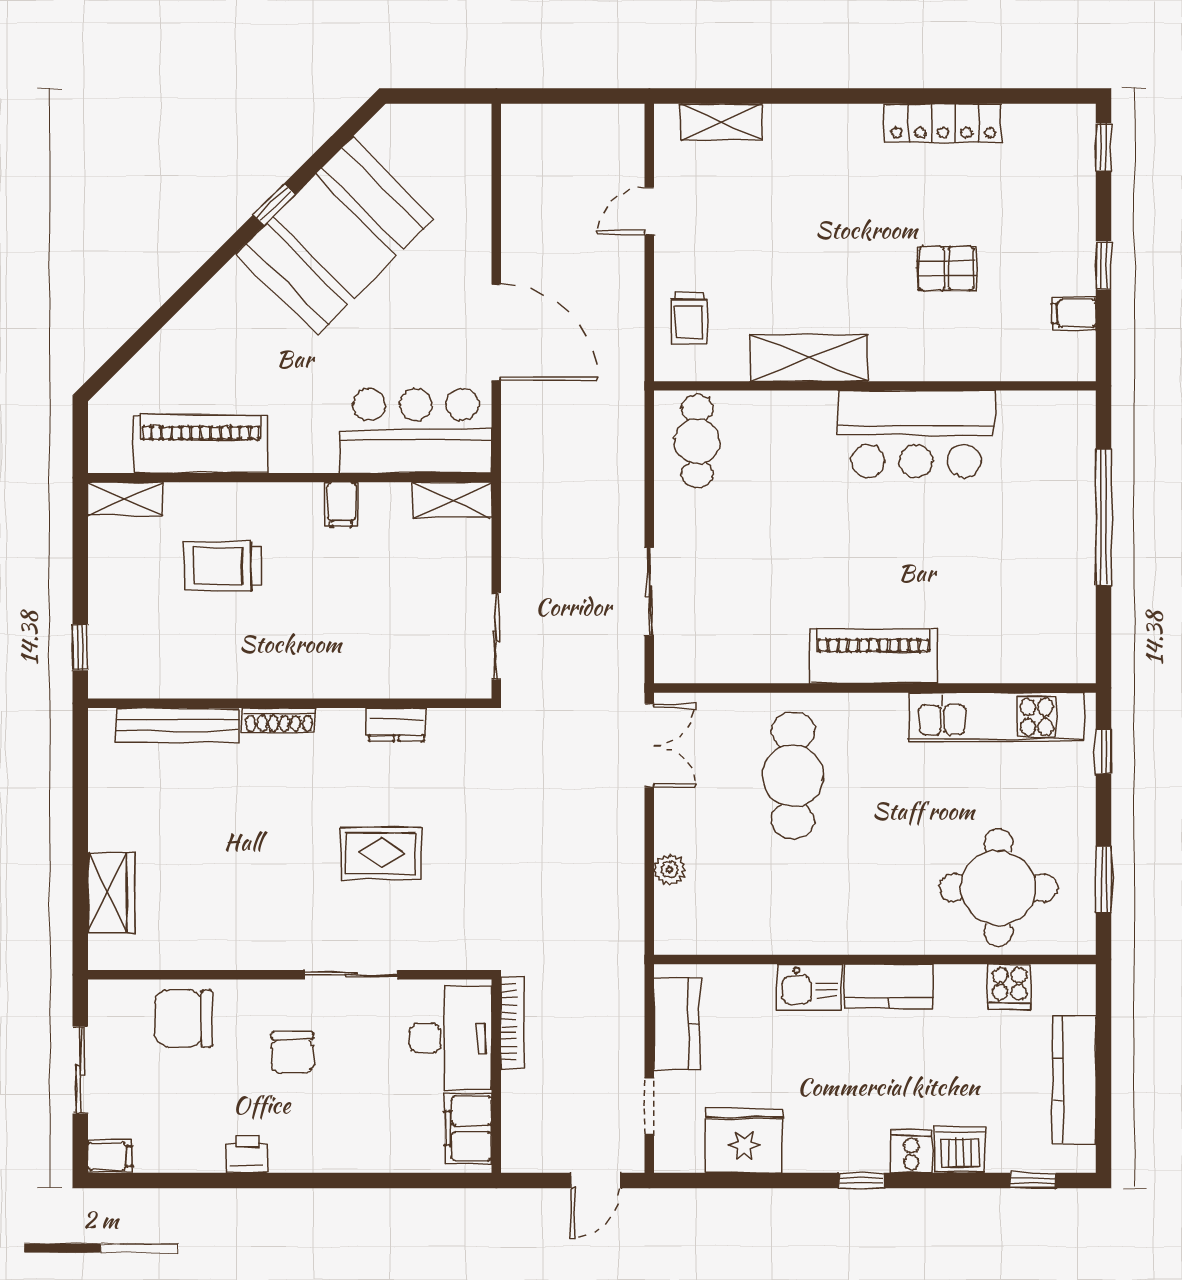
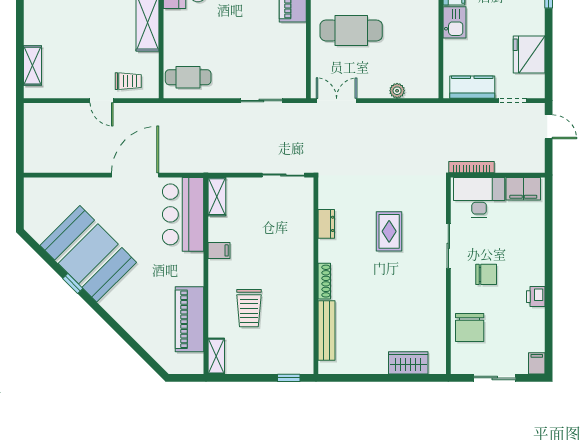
door: (649, 211) -> (102, 101), moved

